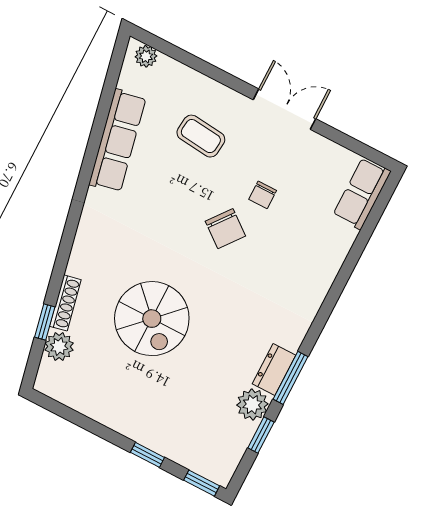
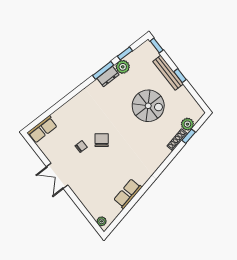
coffee table: (201, 136) -> (95, 181), removed
row of seats: (117, 141) -> (128, 194), width x0.68
spiral stairs: (152, 319) -> (148, 106), moved, turned 90
bench: (150, 437) -> (168, 73), added
window: (147, 455) -> (180, 76), moved

